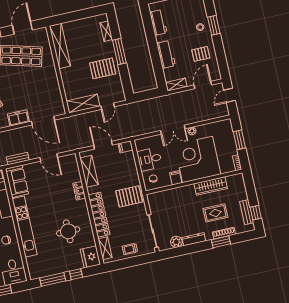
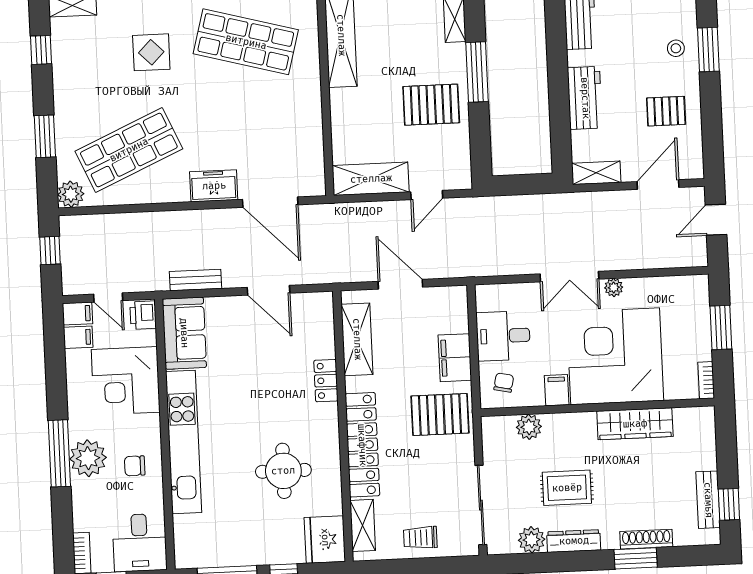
filing cabinet: (126, 147) -> (455, 358), moved, width x2.00
plant: (167, 195) -> (529, 427), added
rug: (215, 213) -> (567, 488), moved

